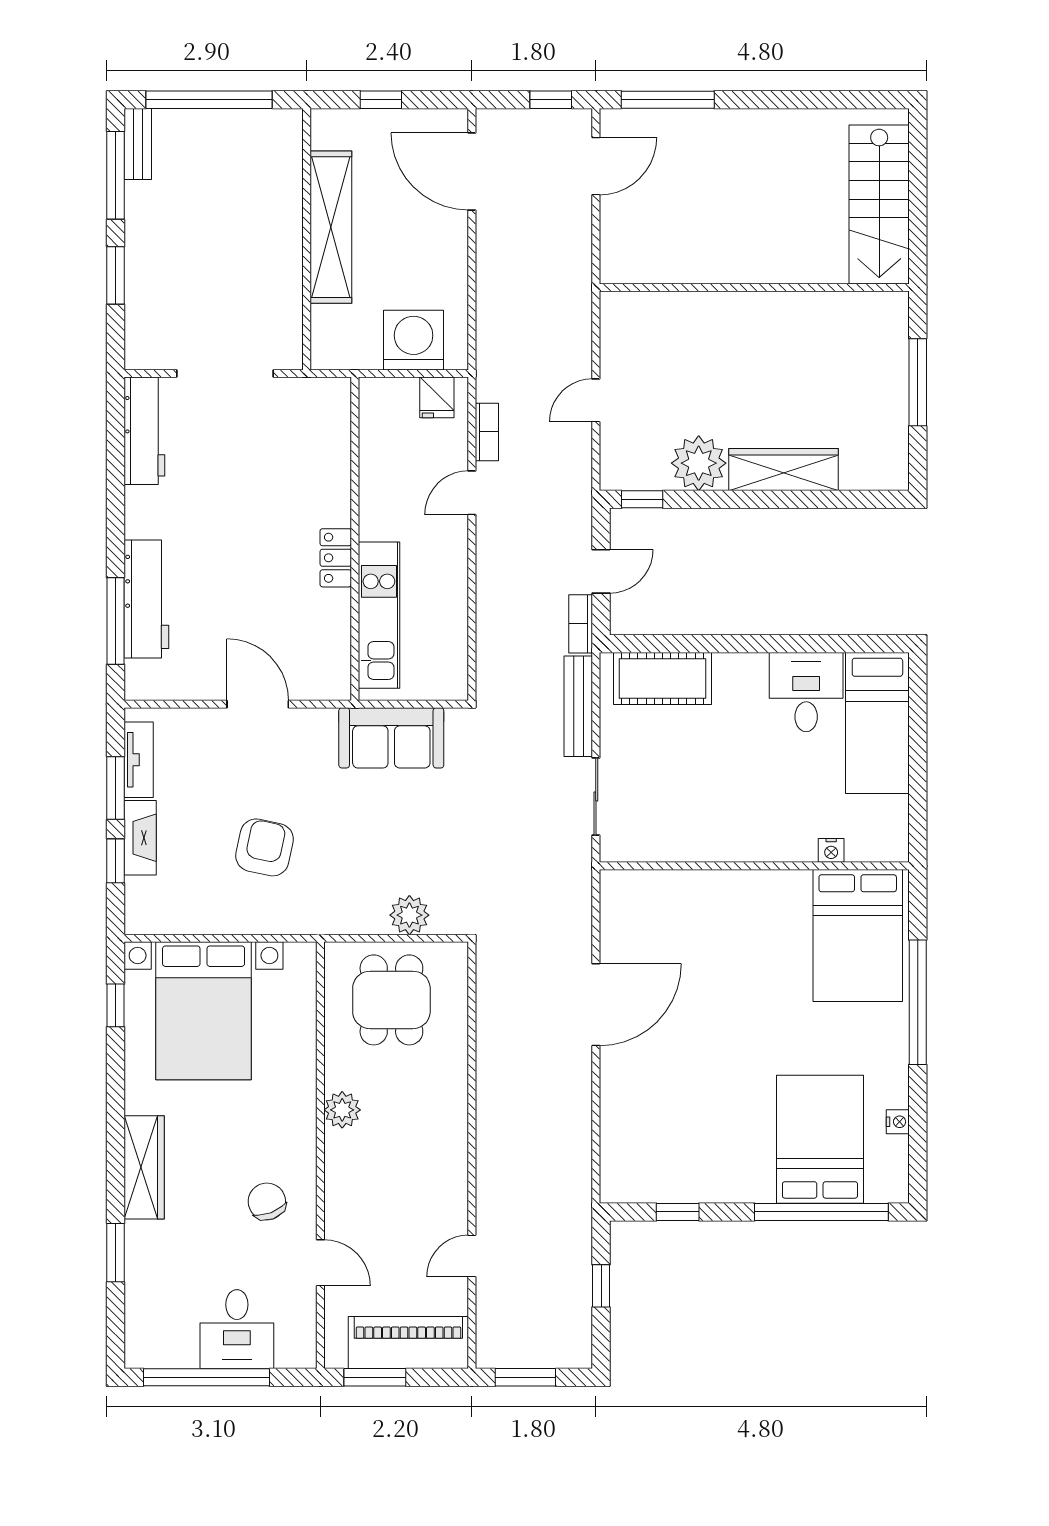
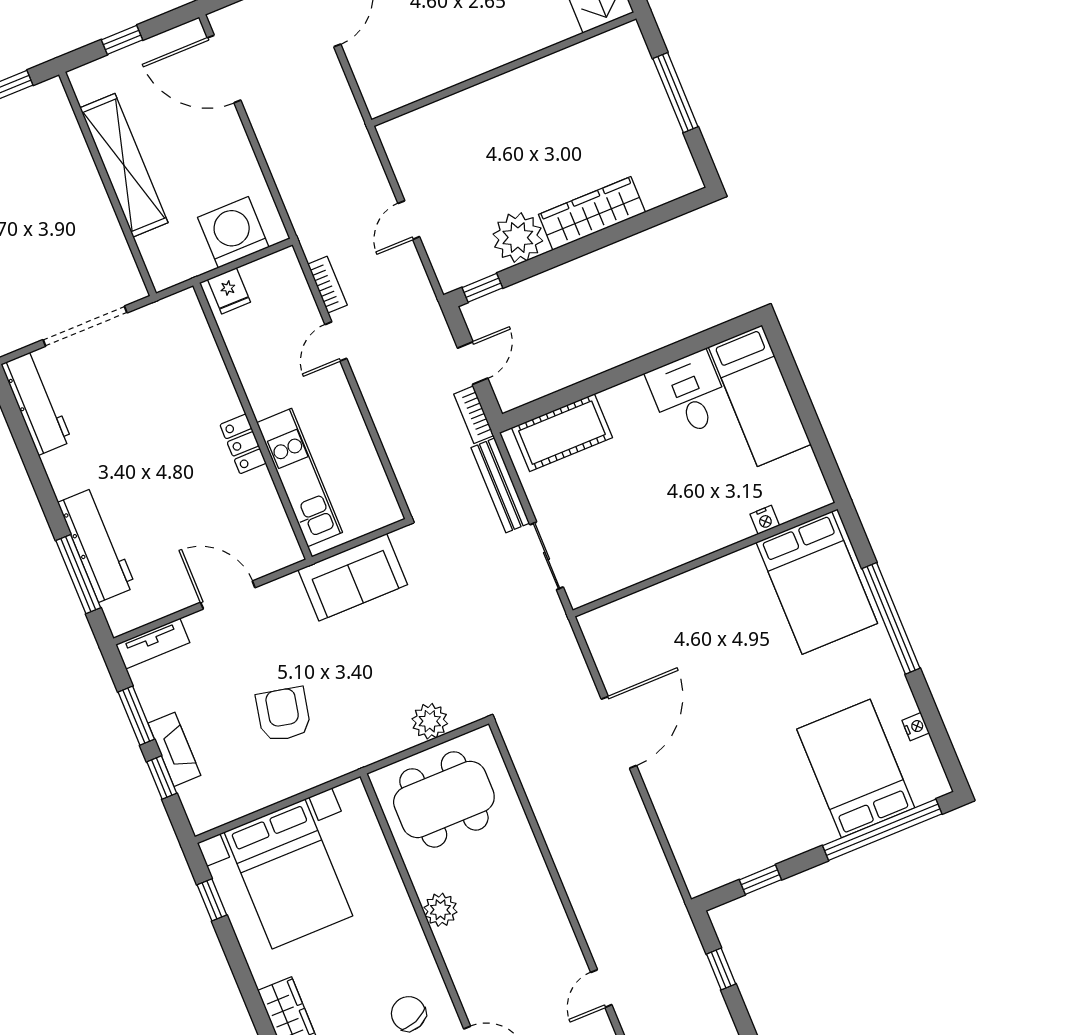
fridge: (437, 397) -> (229, 291), moved
tv unit: (139, 760) -> (153, 644), moved, turned 90
dining table: (391, 1000) -> (444, 799), width x1.38

